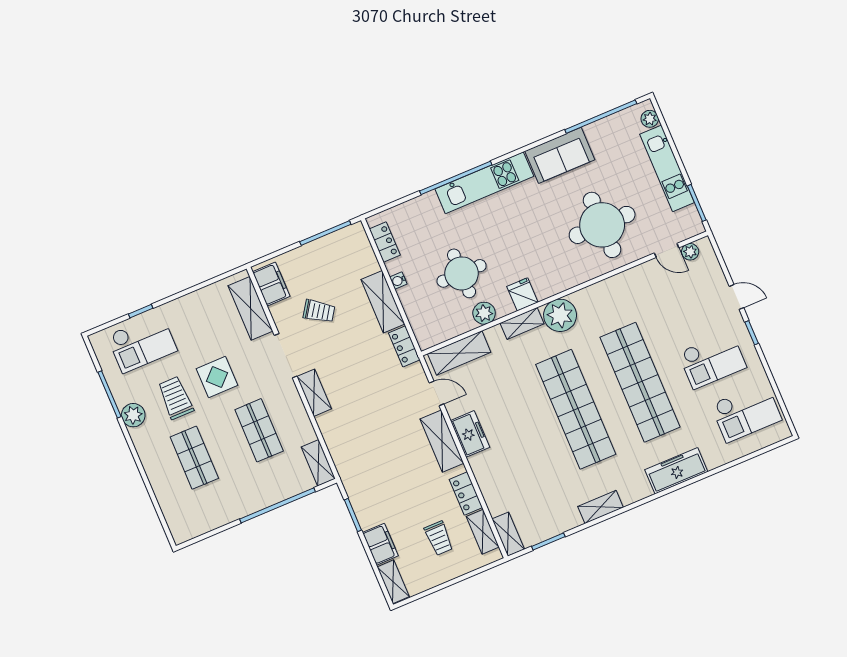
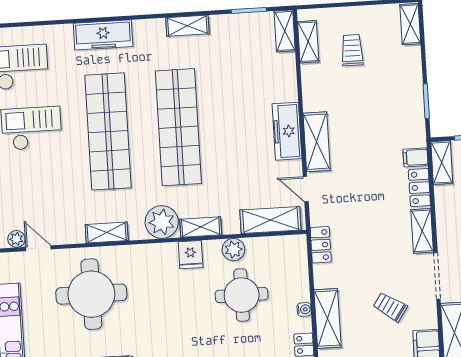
shelving: (608, 287) -> (107, 233), added
shelving: (383, 302) -> (328, 318), moved
freezer: (470, 434) -> (287, 131), width x1.40
locker: (466, 493) -> (419, 188), moved, turned 180
filing cabinet: (380, 544) -> (416, 157), moved, width x0.50

